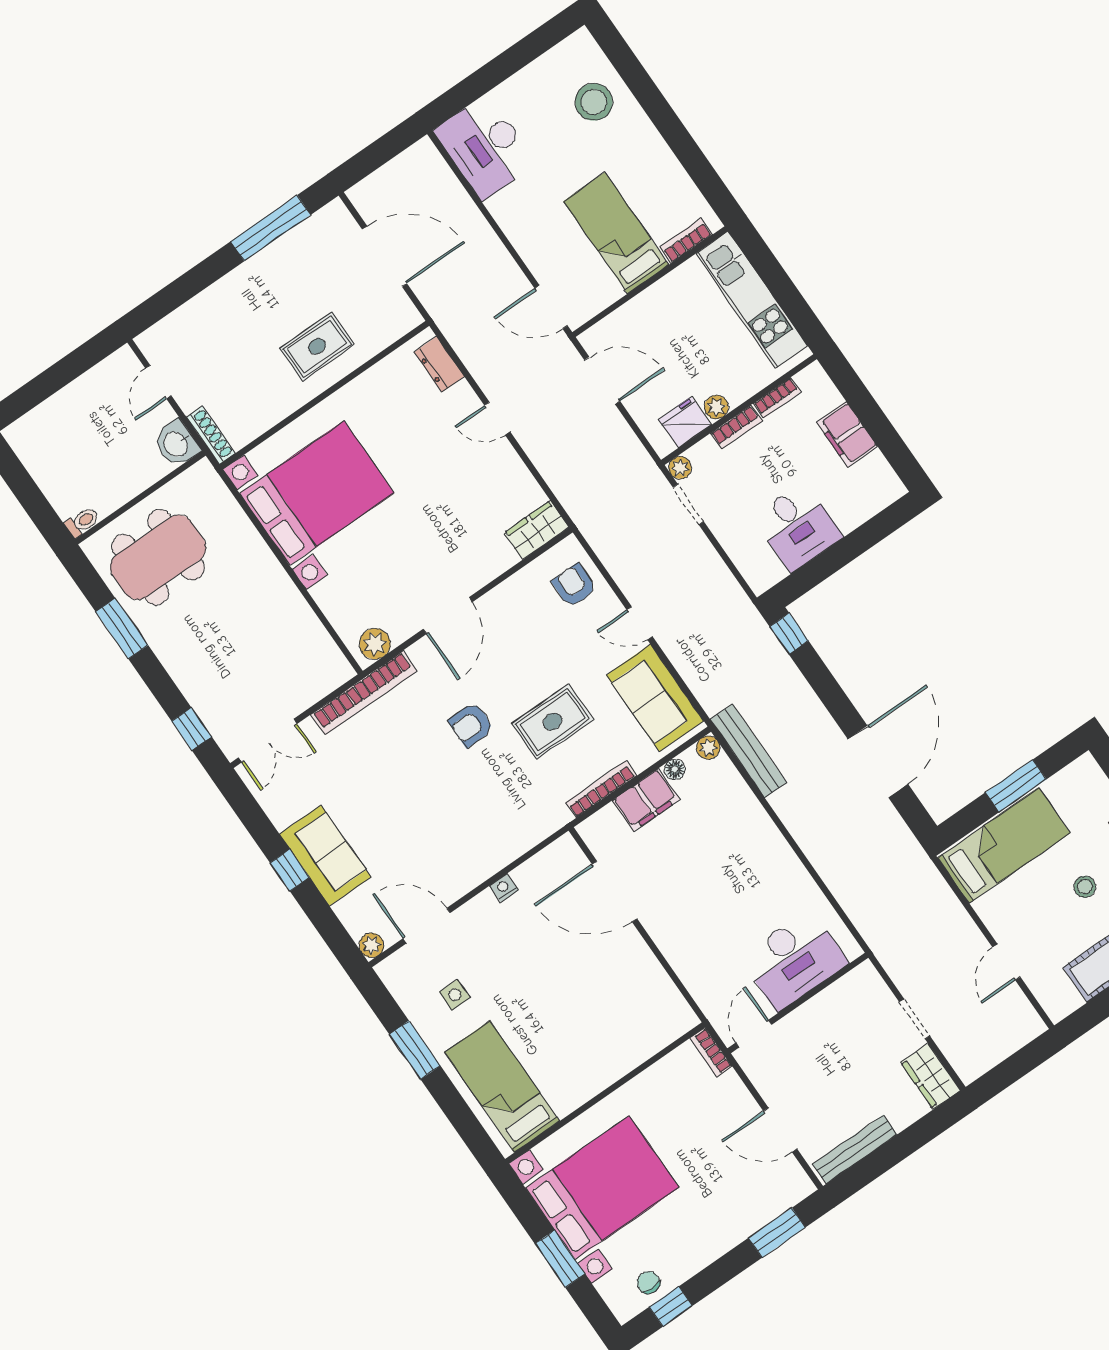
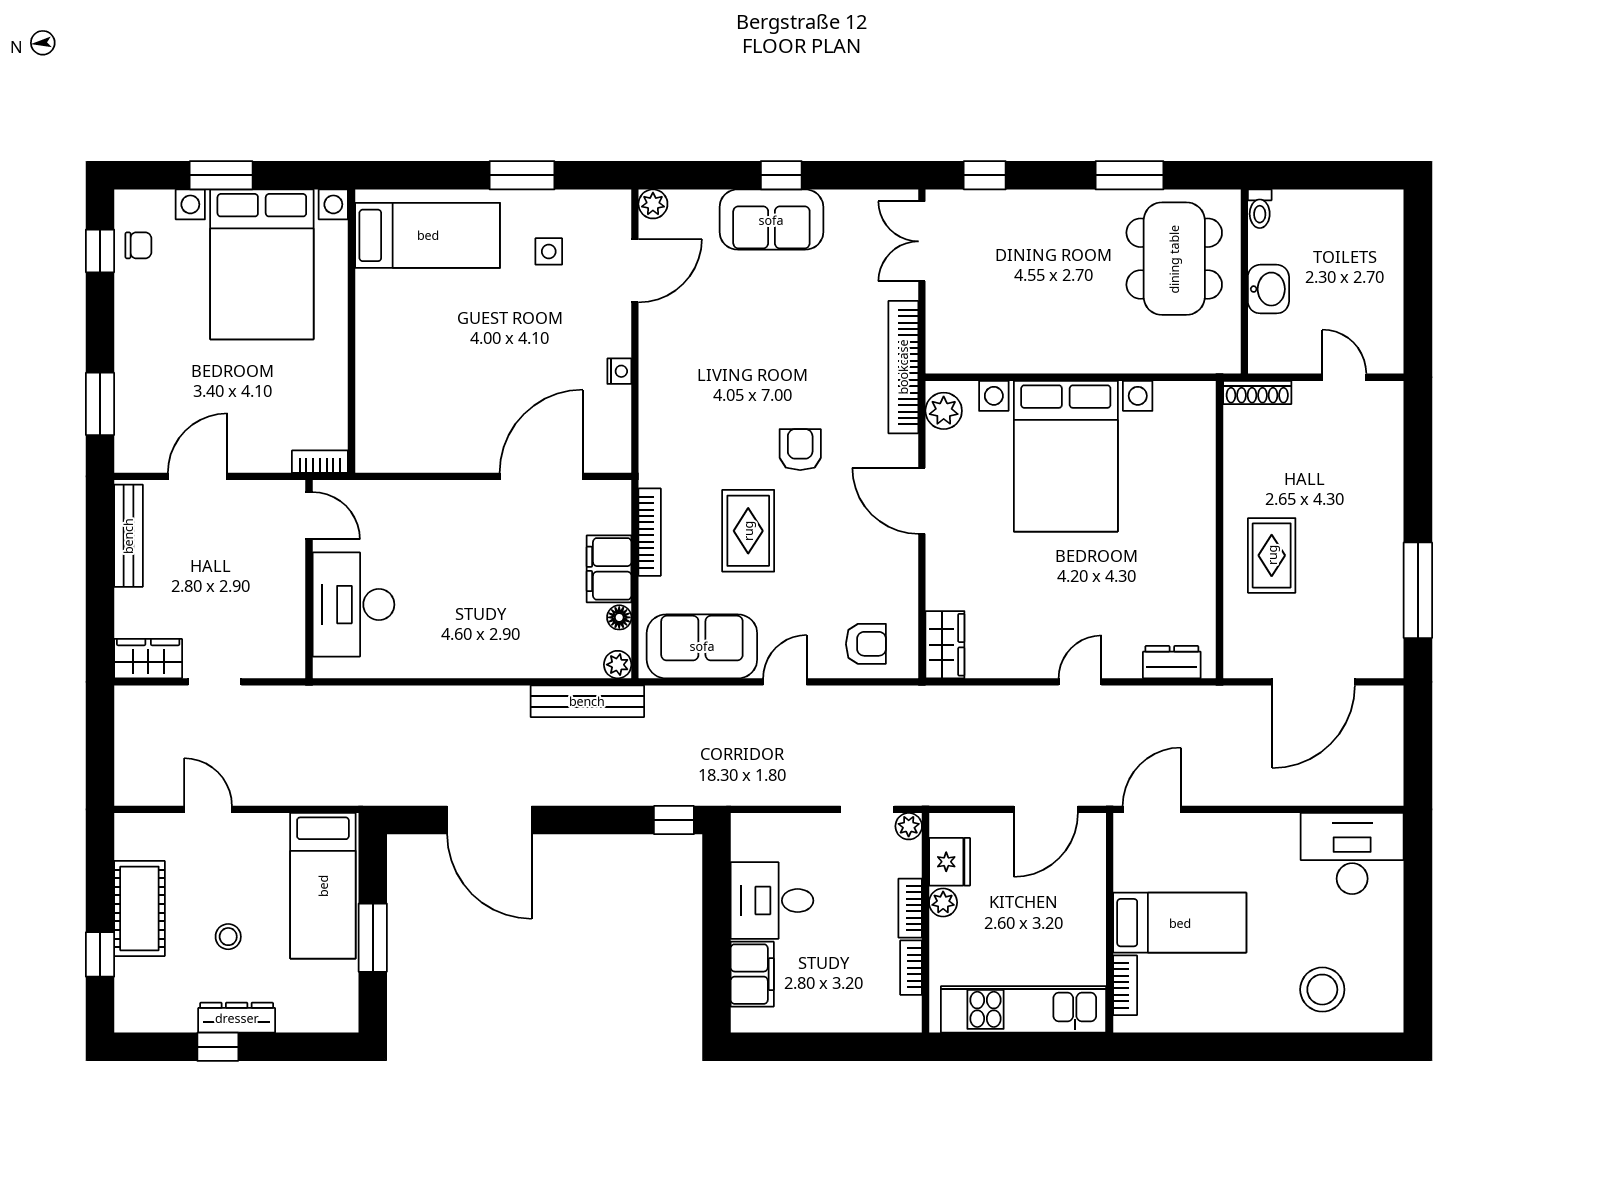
filing cabinet: (847, 434) -> (752, 974), moved, turned 90
washbasin: (176, 444) -> (1268, 289), moved, turned 90
bed with nightstands: (317, 493) -> (1066, 456), moved

